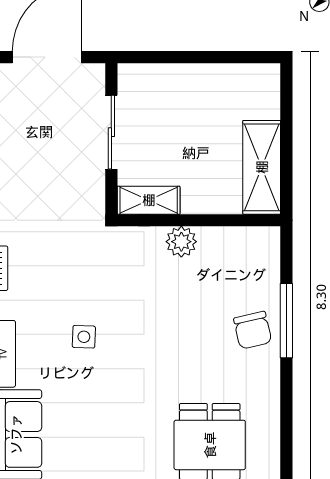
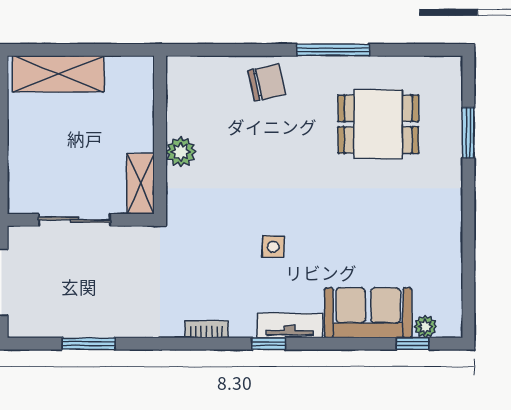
shelving: (262, 167) -> (58, 74), moved
window: (286, 321) -> (333, 50), moved

